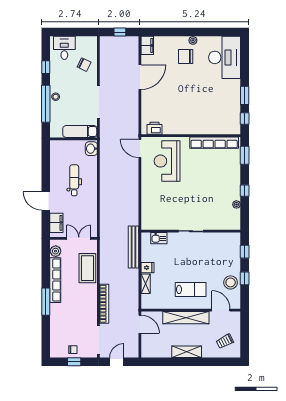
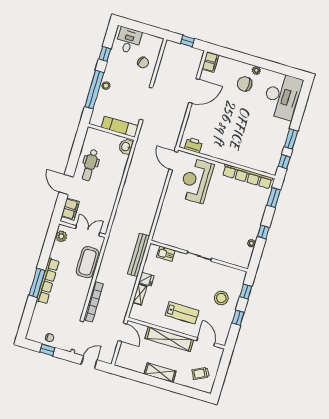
dental chair: (74, 180) -> (90, 165), moved, turned 180
row of seats: (55, 280) -> (48, 281), moved
stool: (231, 282) -> (221, 298), moved

